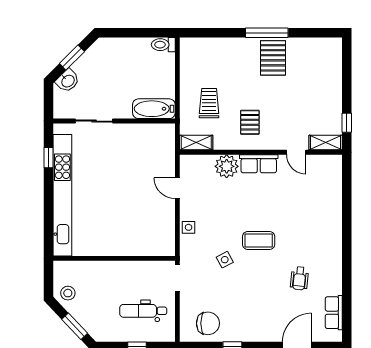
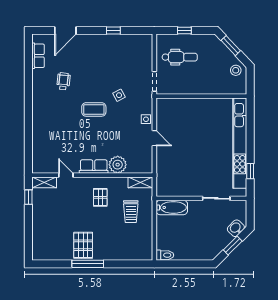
door: (177, 188) -> (154, 138), moved
chair: (208, 323) -> (132, 48), removed

